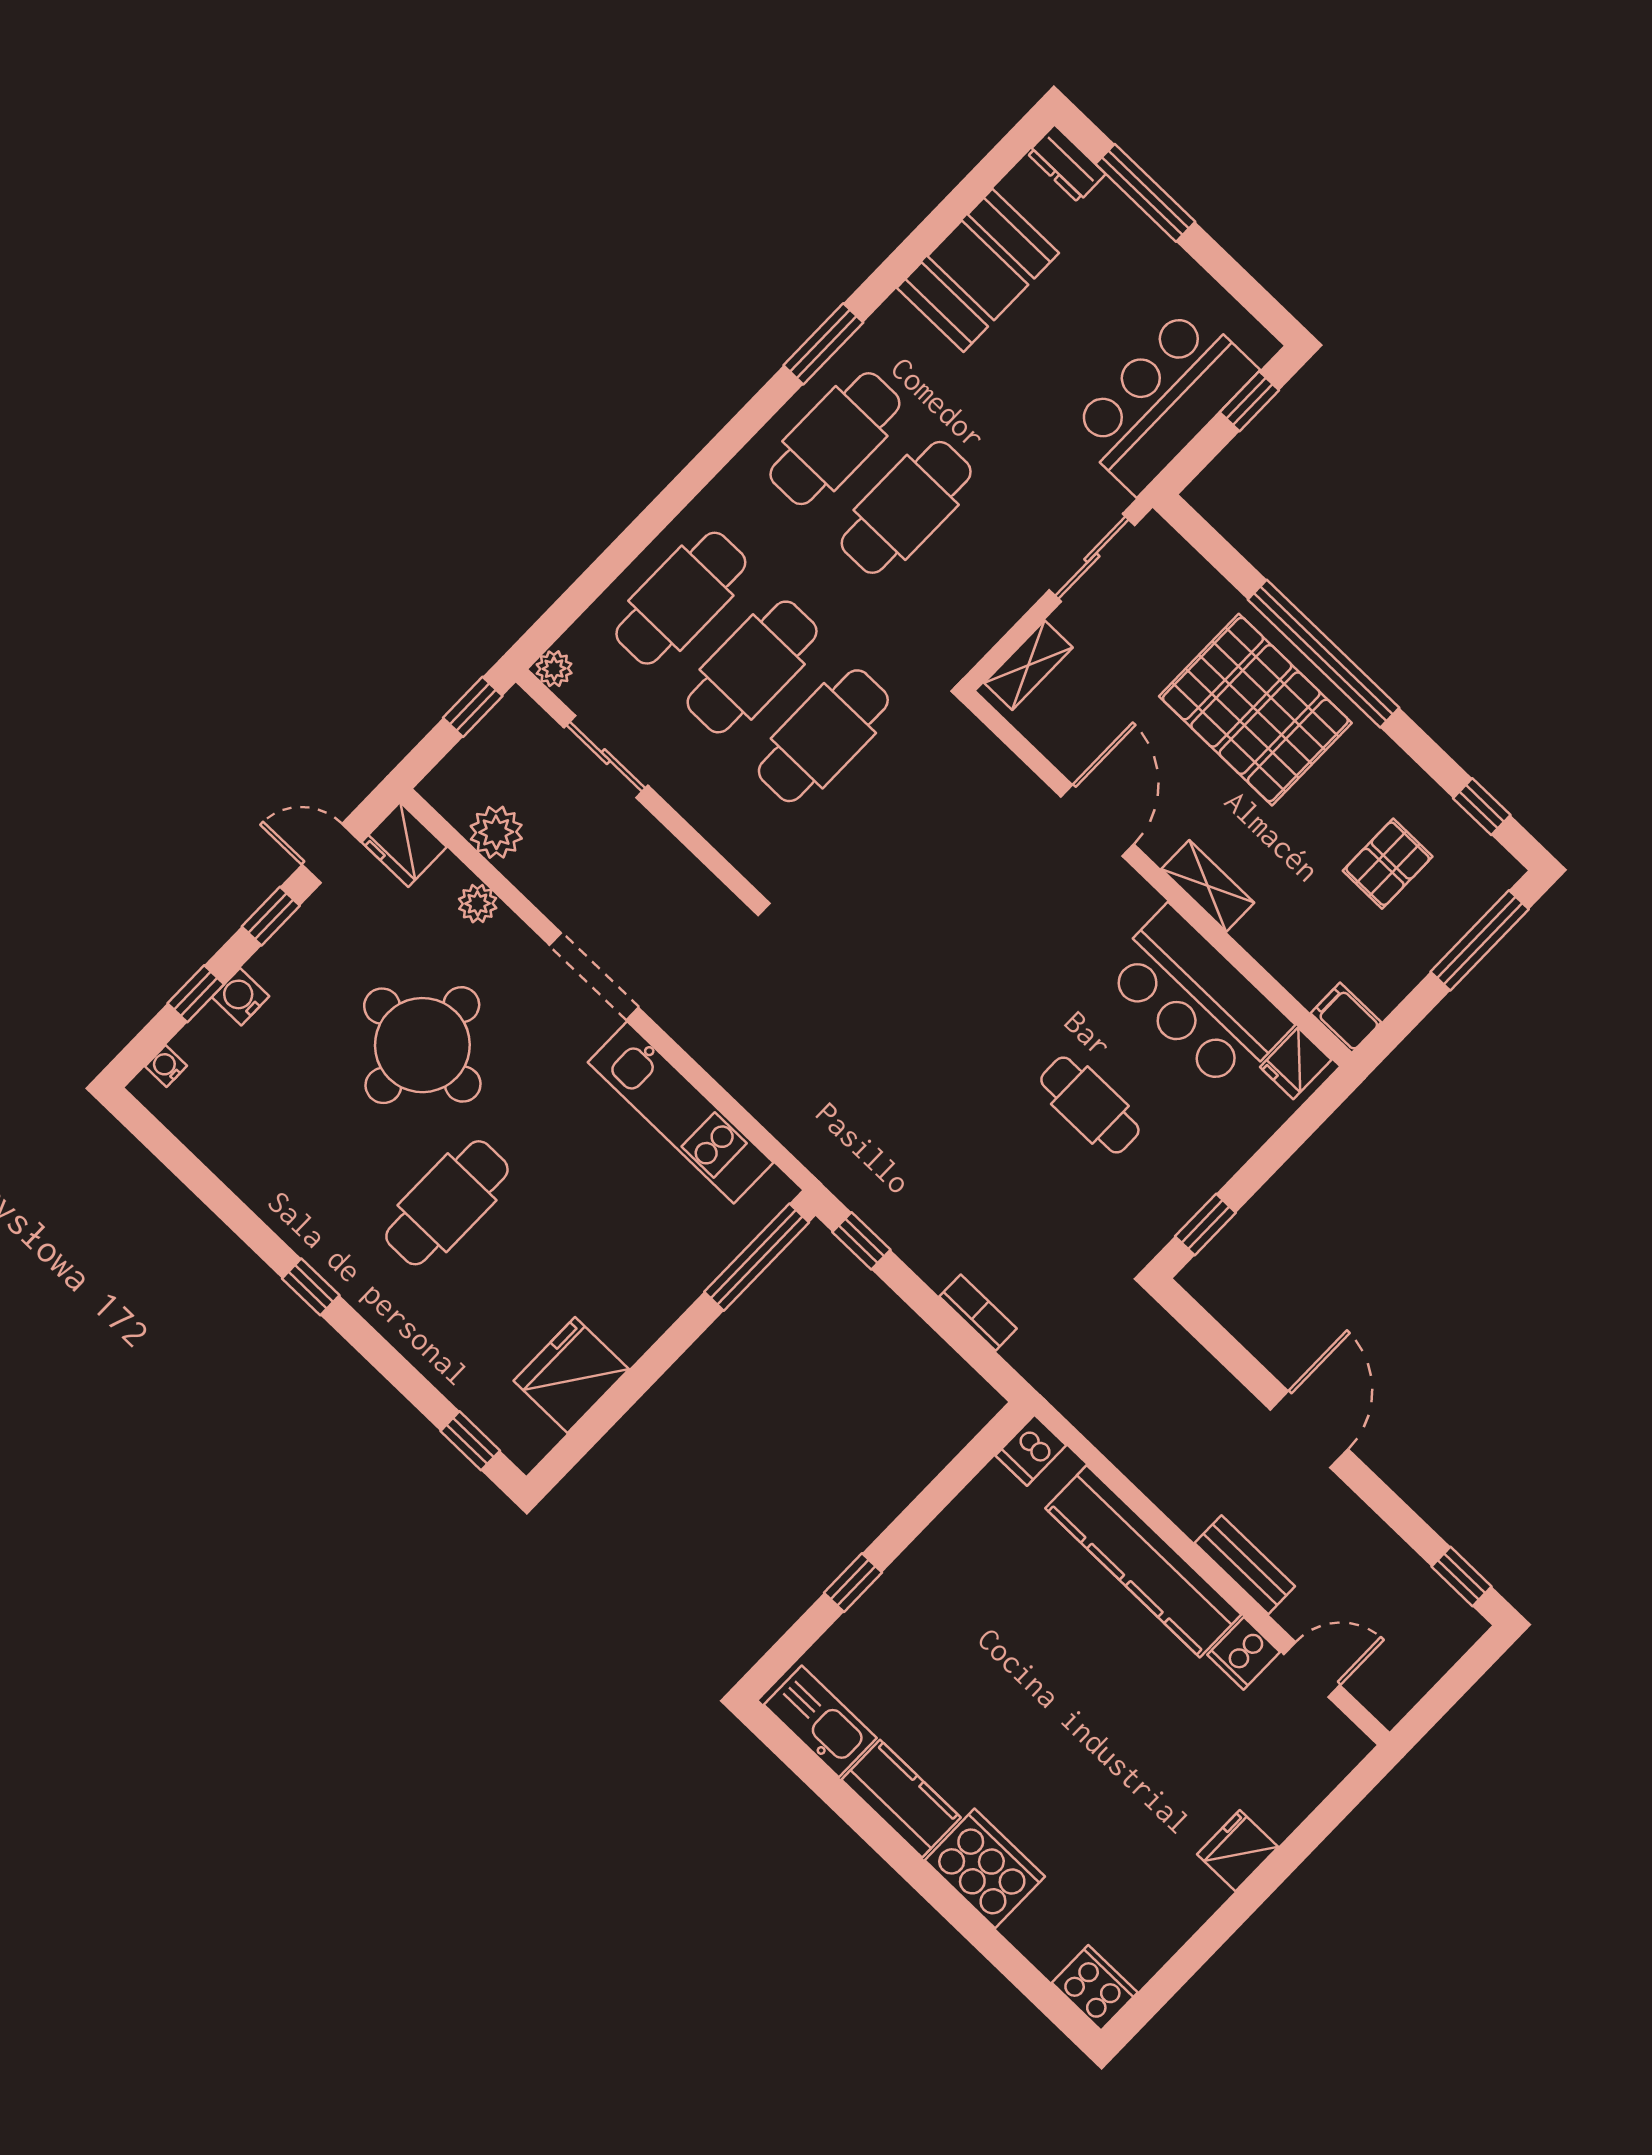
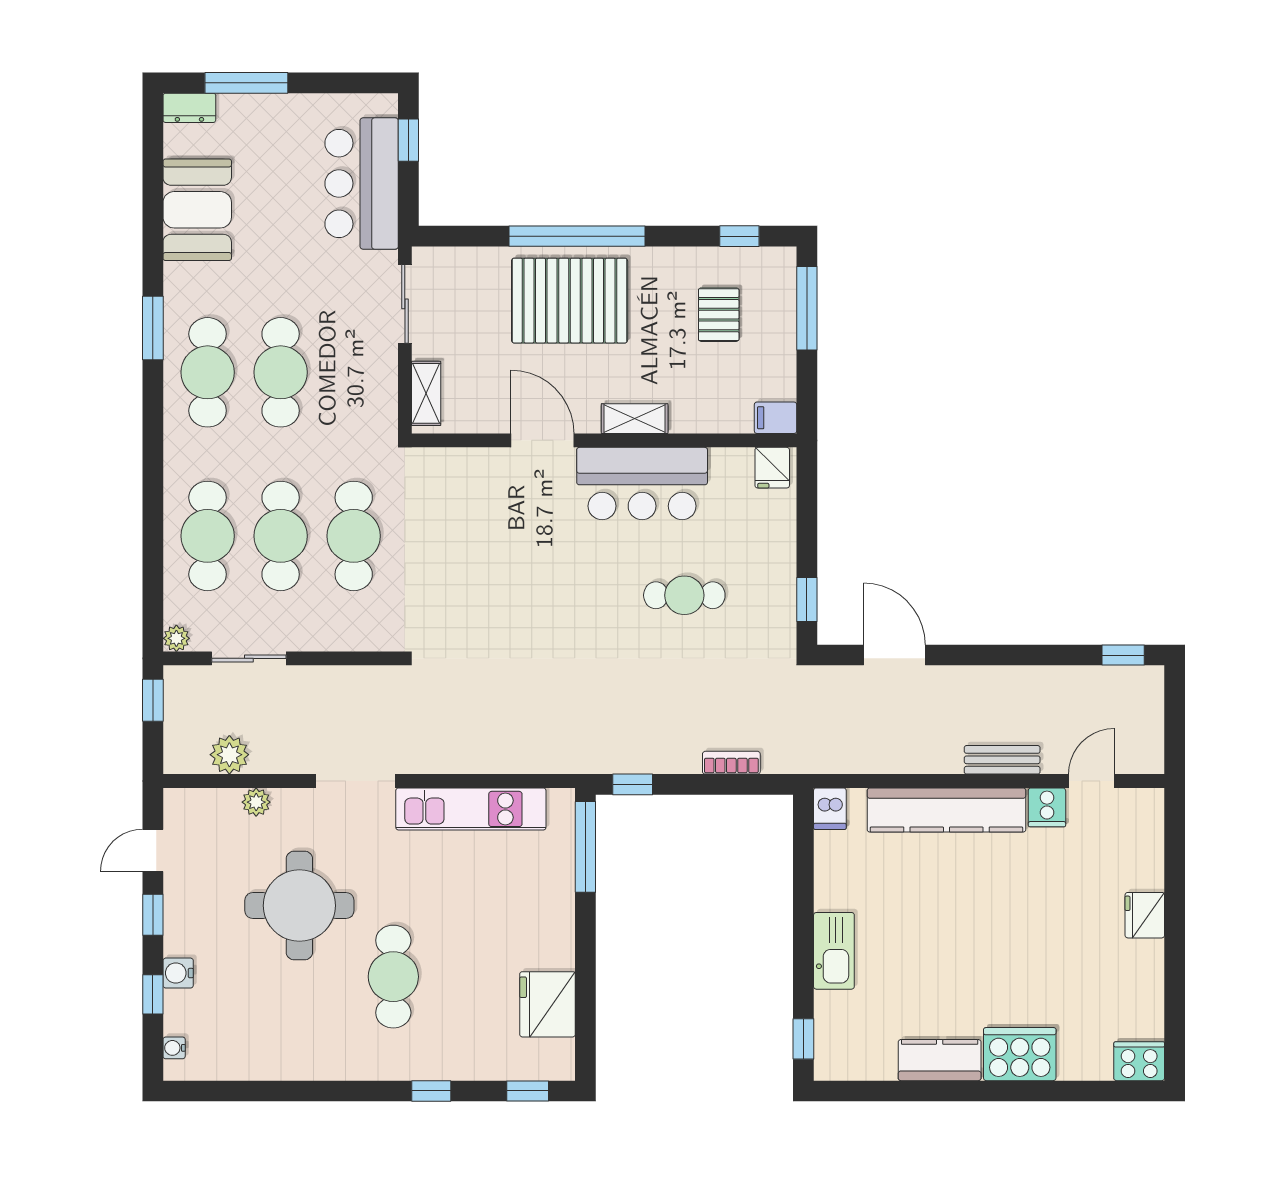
fridge: (404, 845) -> (187, 808), removed
bar counter: (1198, 999) -> (642, 484), moved
window: (311, 1287) -> (431, 1091), moved
door: (1309, 1429) -> (894, 655), moved
window: (853, 1583) -> (803, 1039), moved
kitchen sink: (820, 1721) -> (834, 951), moved, turned 90

